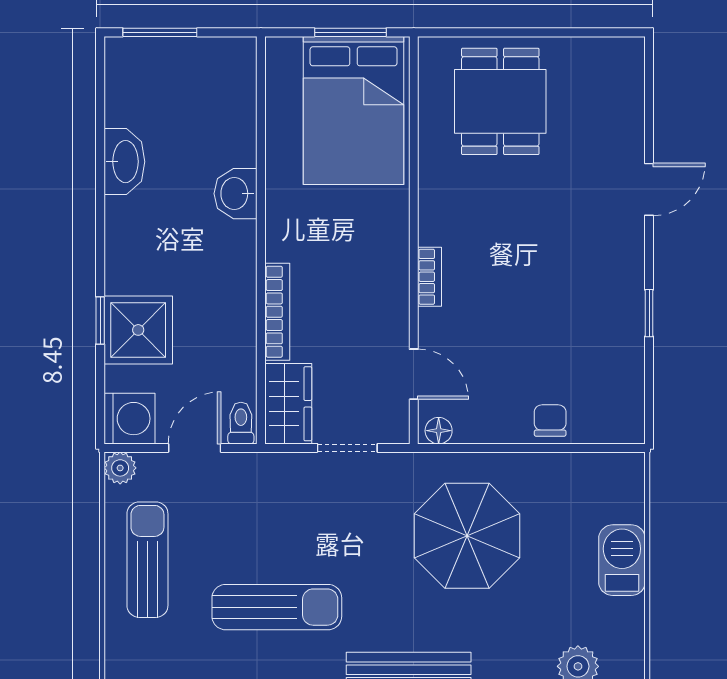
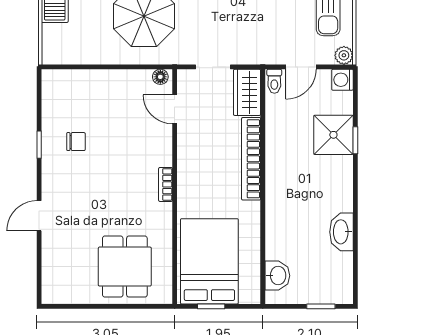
window: (160, 32) -> (321, 306), width x0.67
window: (350, 32) -> (211, 306), width x0.67
washbasin: (236, 194) -> (277, 276), moved
bookcase: (430, 277) -> (166, 184), moved
bookcase: (277, 312) -> (251, 159), width x1.48, depth x1.31
washing machine: (129, 419) -> (342, 80), width x0.73, depth x0.73
chair: (550, 420) -> (76, 142), moved, turned -90

